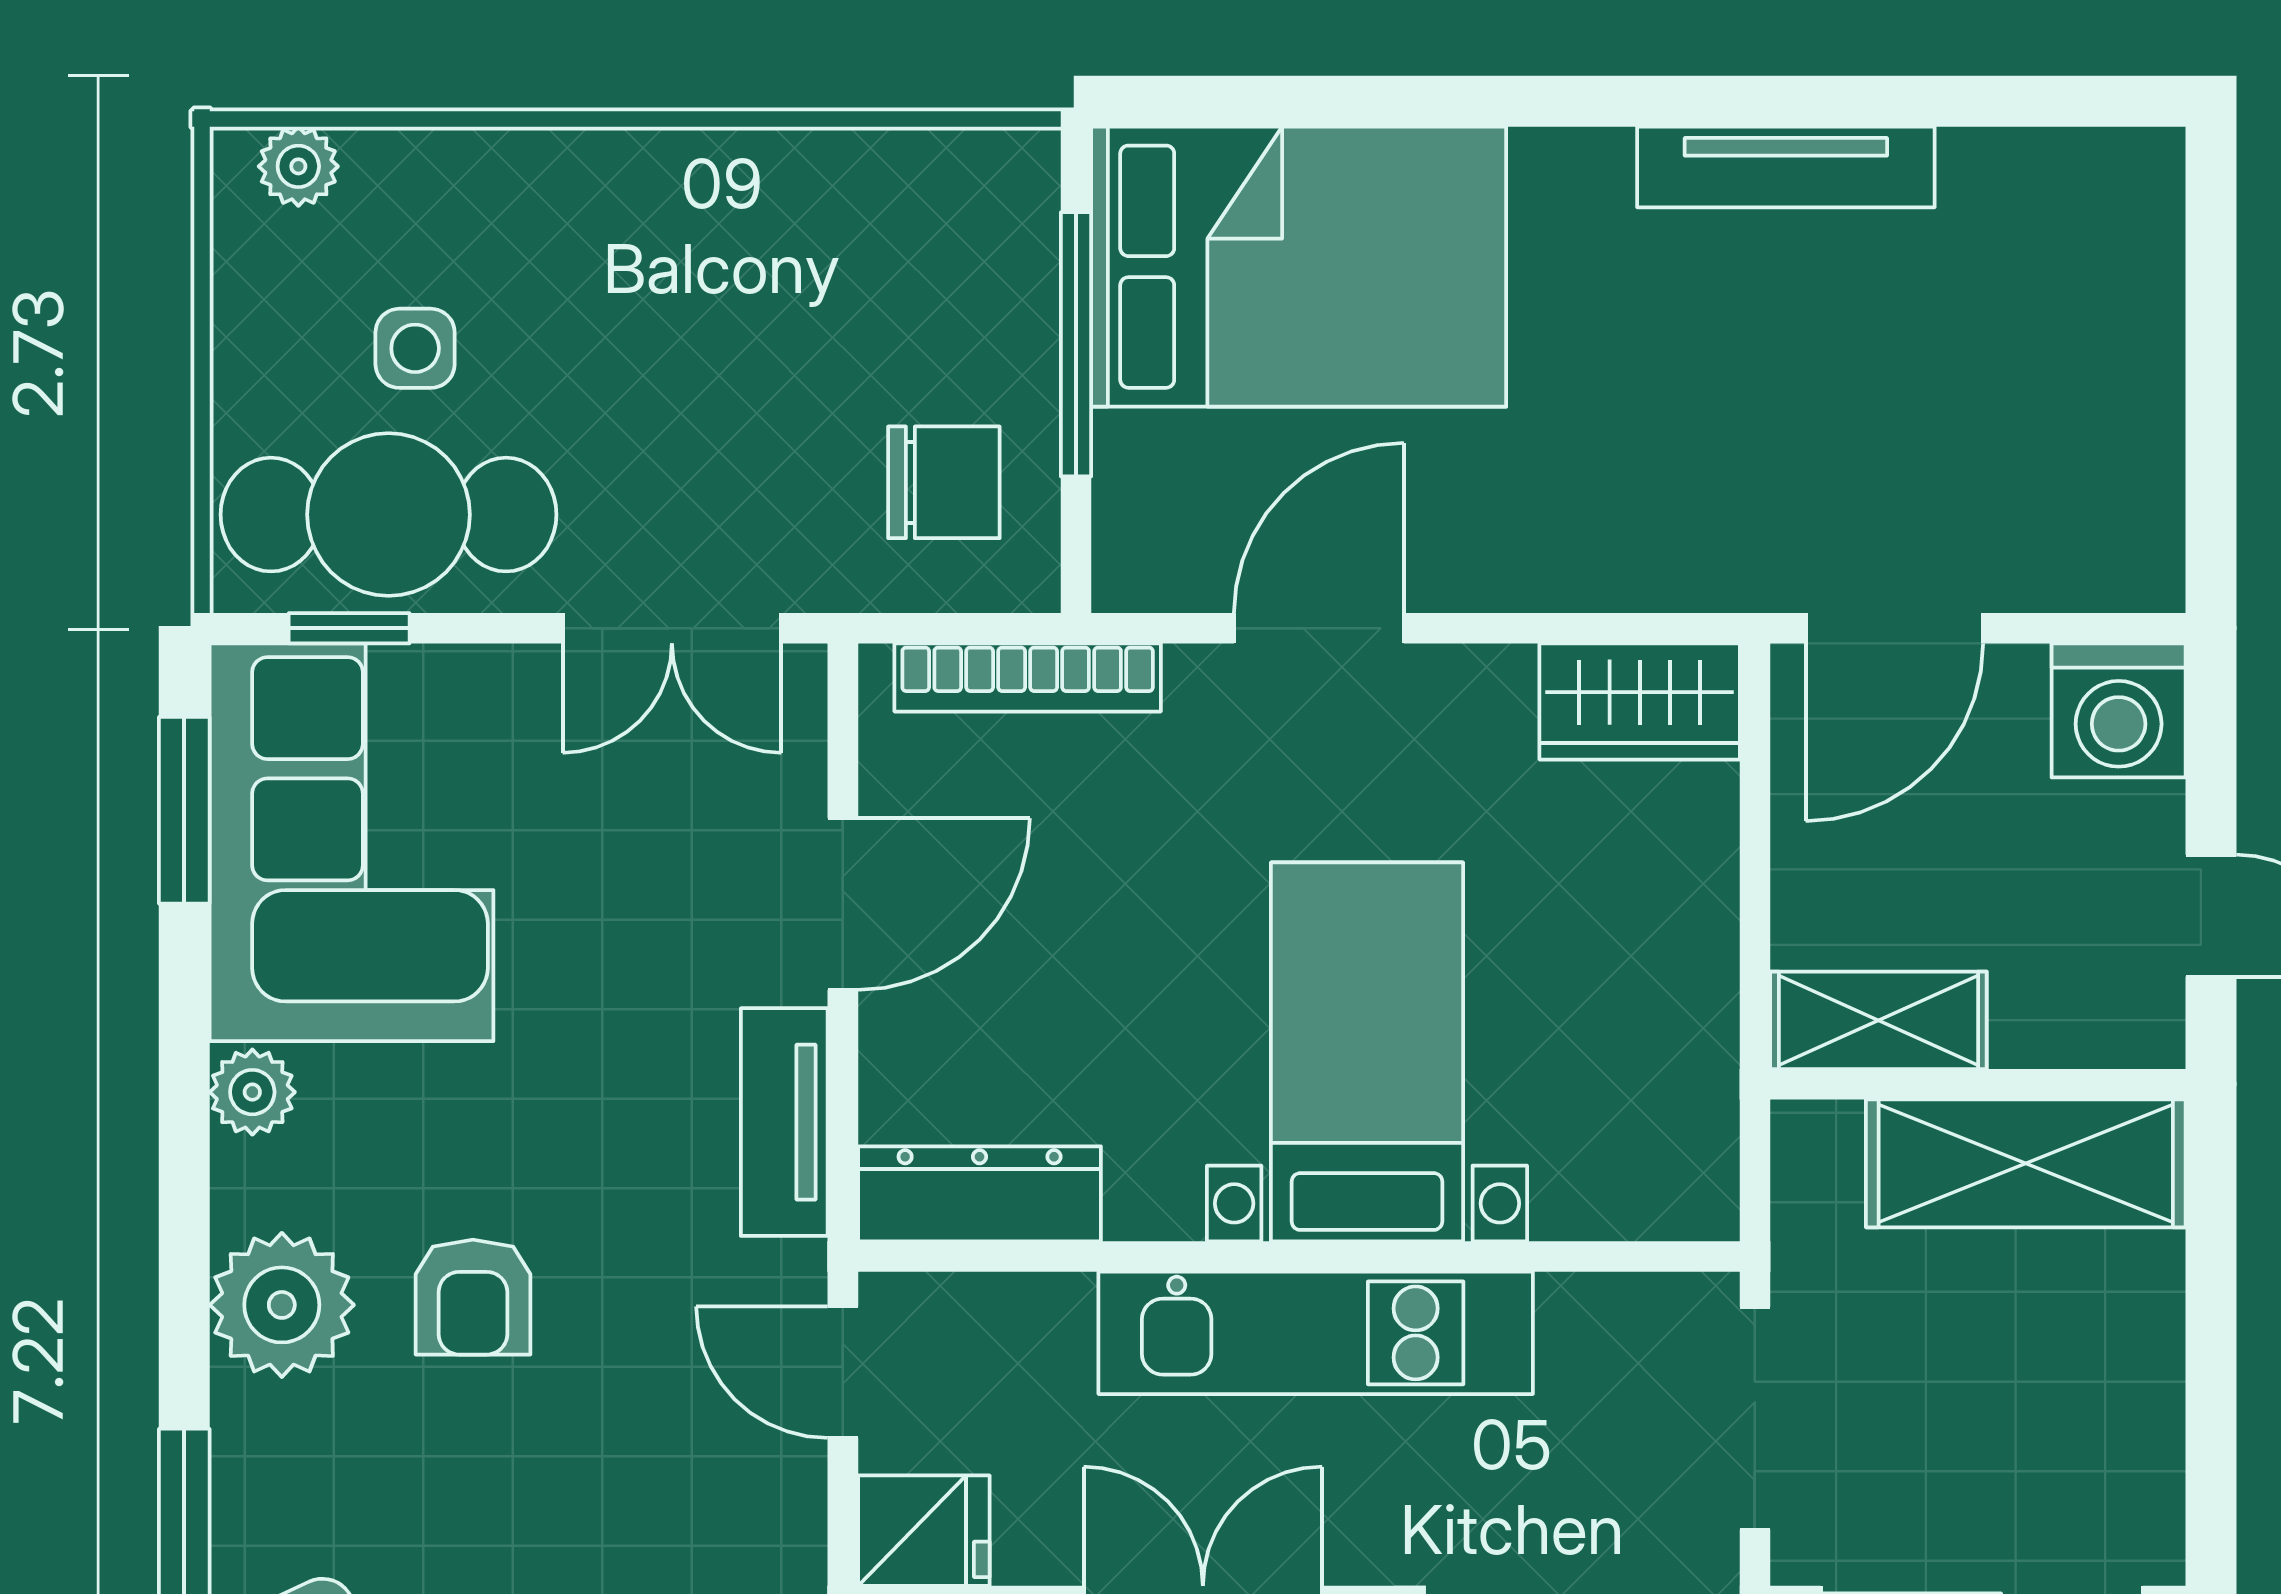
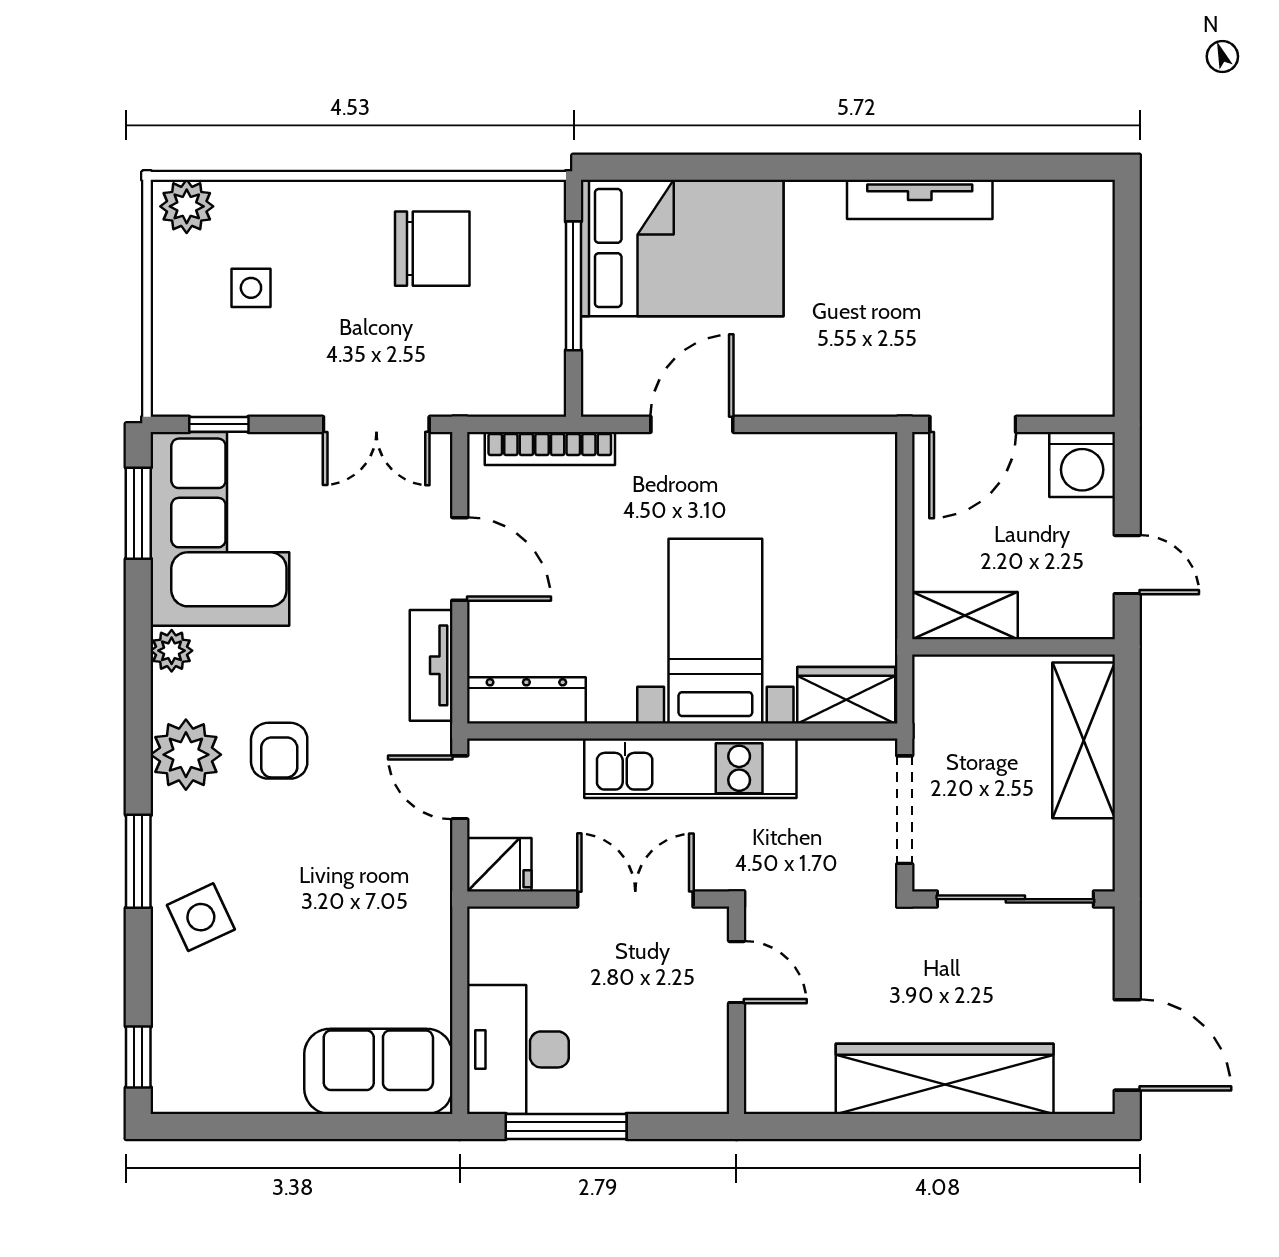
plant: (298, 166) -> (187, 206), width x1.38, depth x1.38
chair: (944, 482) -> (432, 249), moved, width x1.37, depth x1.37
cafe table: (389, 515) -> (238, 369), removed
wardrobe: (1640, 702) -> (846, 695), moved, turned 180
door: (843, 904) -> (460, 559), hinge flipped
shelving: (2026, 1163) -> (1084, 740), moved, turned 90

